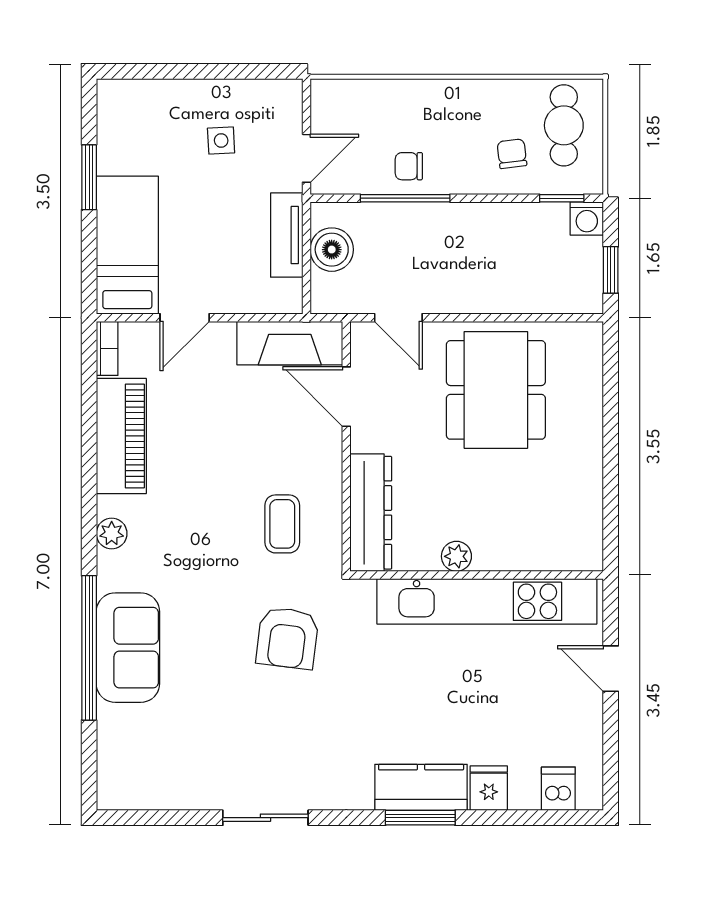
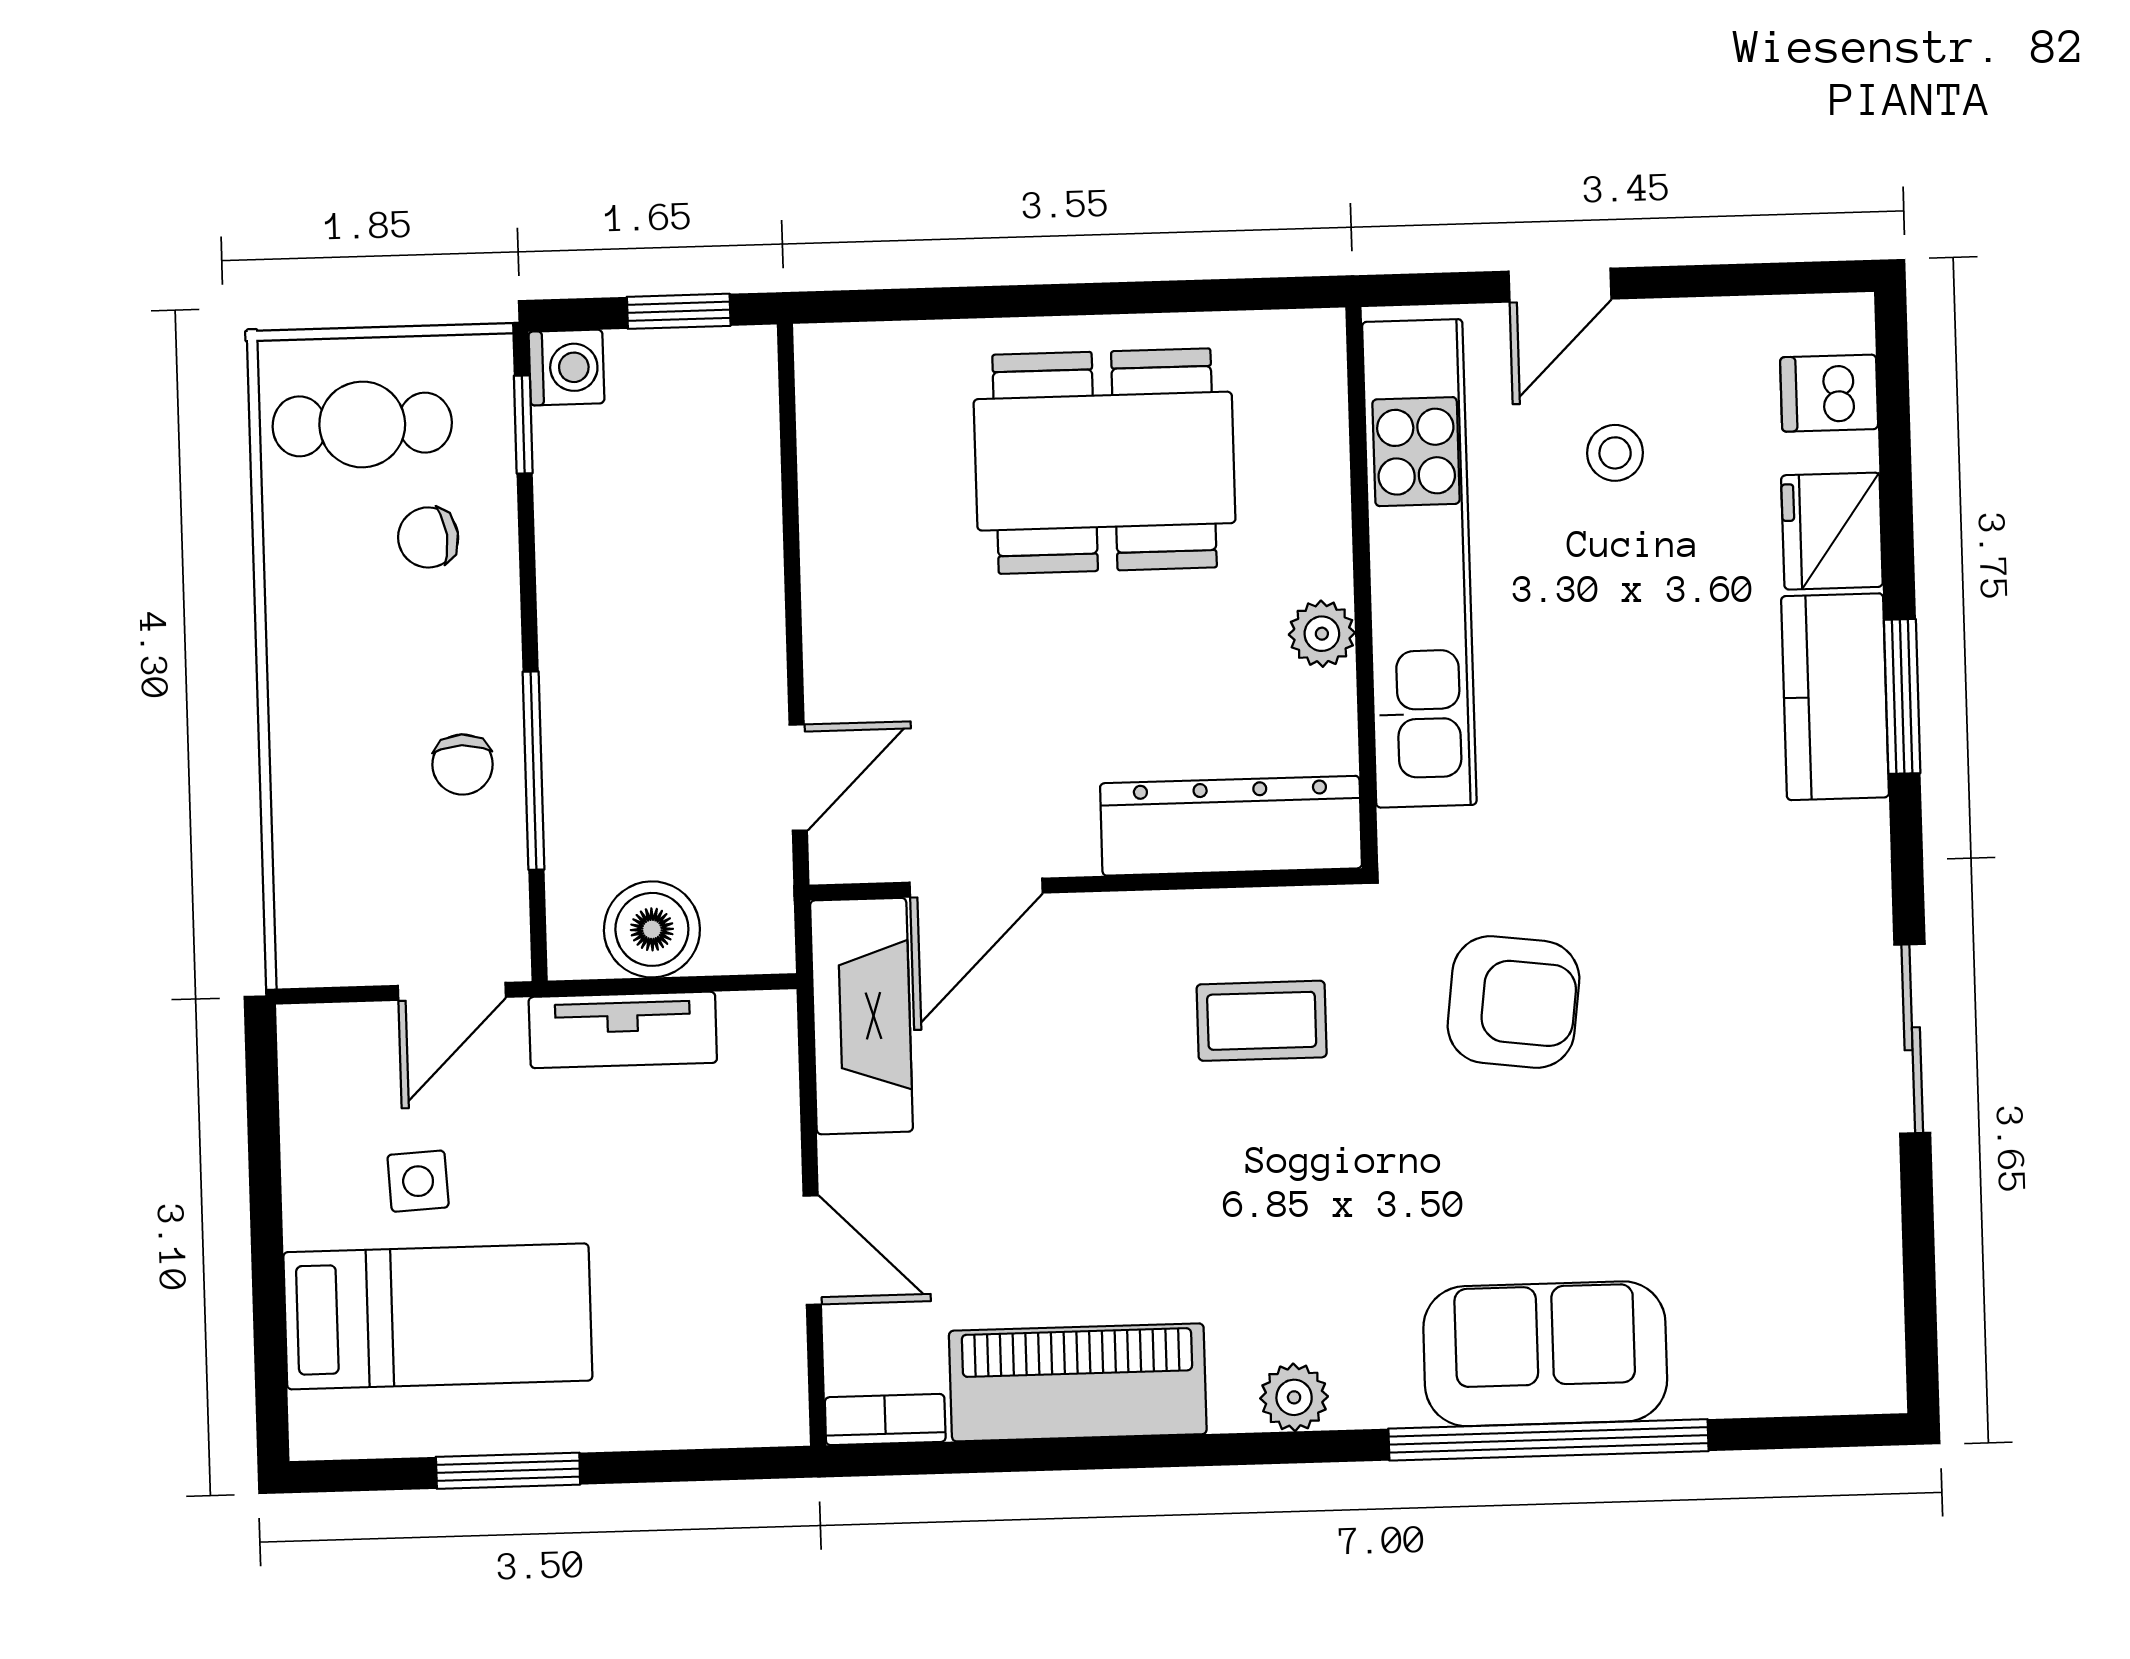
door: (306, 158) -> (452, 991), swing flipped
bed: (127, 245) -> (438, 1316), moved, turned 180
dining table: (496, 390) -> (1105, 461), moved
stool: (534, 691) -> (1615, 453), added
fridge: (489, 788) -> (1832, 531), width x1.38

